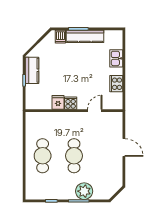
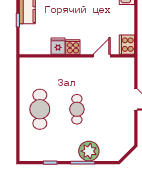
cooker: (116, 84) -> (127, 45), moved
cafe table: (74, 156) -> (77, 109), width x0.73, depth x0.74

